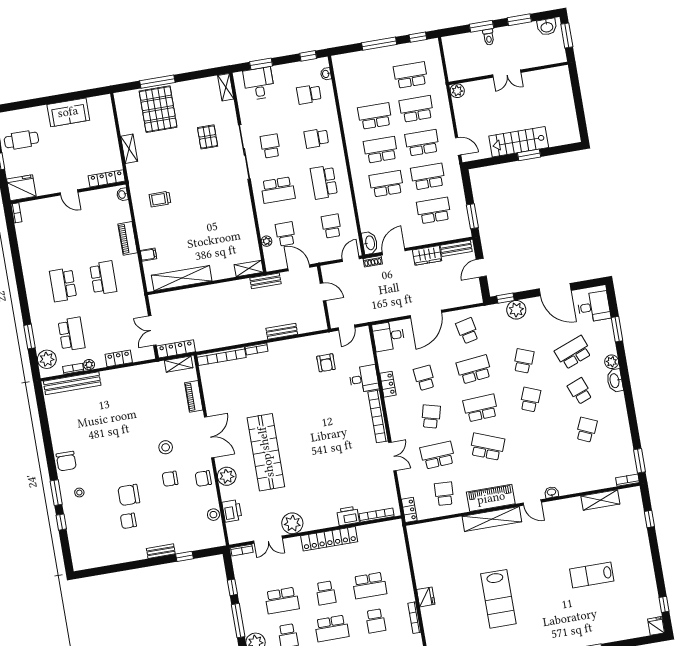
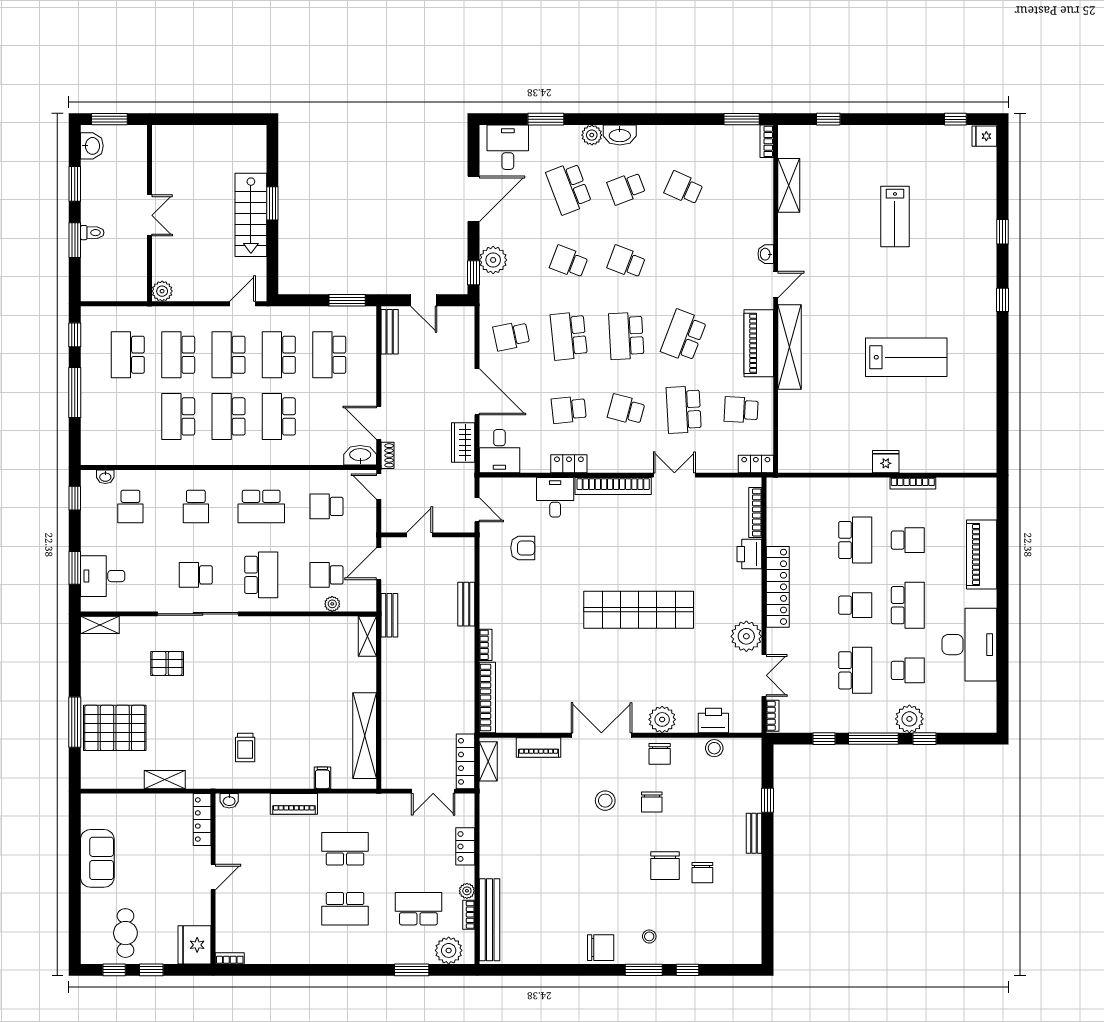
wardrobe: (427, 255) -> (463, 442), moved, turned 180
shop shelf: (266, 452) -> (639, 610), moved

